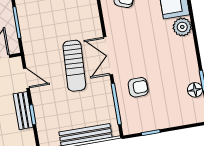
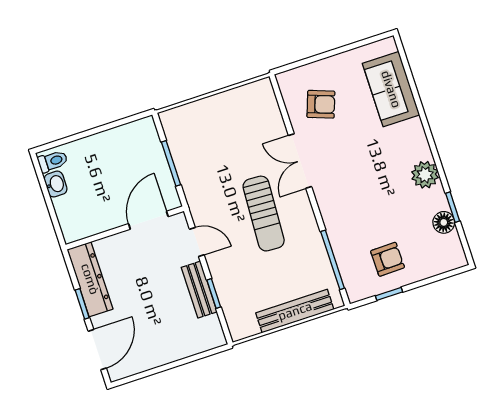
plant: (182, 27) -> (425, 175), moved
double door: (108, 56) -> (300, 161), moved
armchair: (138, 87) -> (388, 259), moved

